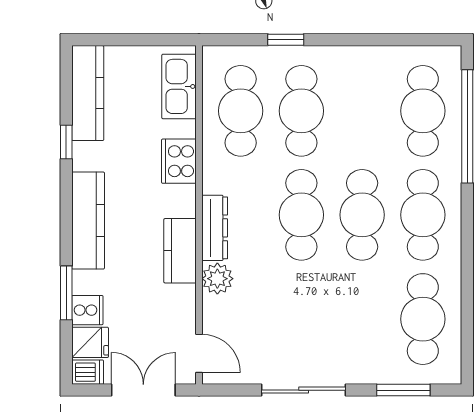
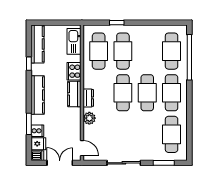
dresser: (215, 228) -> (88, 98), width x0.70
kitchen counter: (180, 251) -> (74, 94), moved

